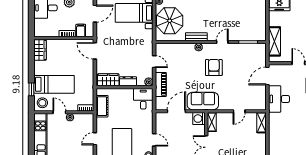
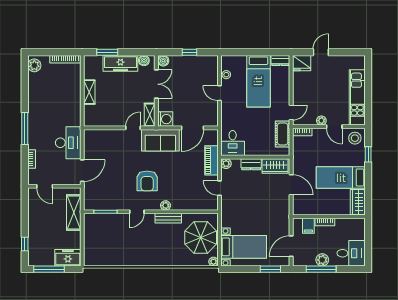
door: (95, 51) -> (291, 185), moved
bed: (54, 84) -> (341, 178), moved
door: (239, 111) -> (133, 128), moved
shelving: (262, 123) -> (89, 92), moved
door: (95, 139) -> (291, 113), moved

